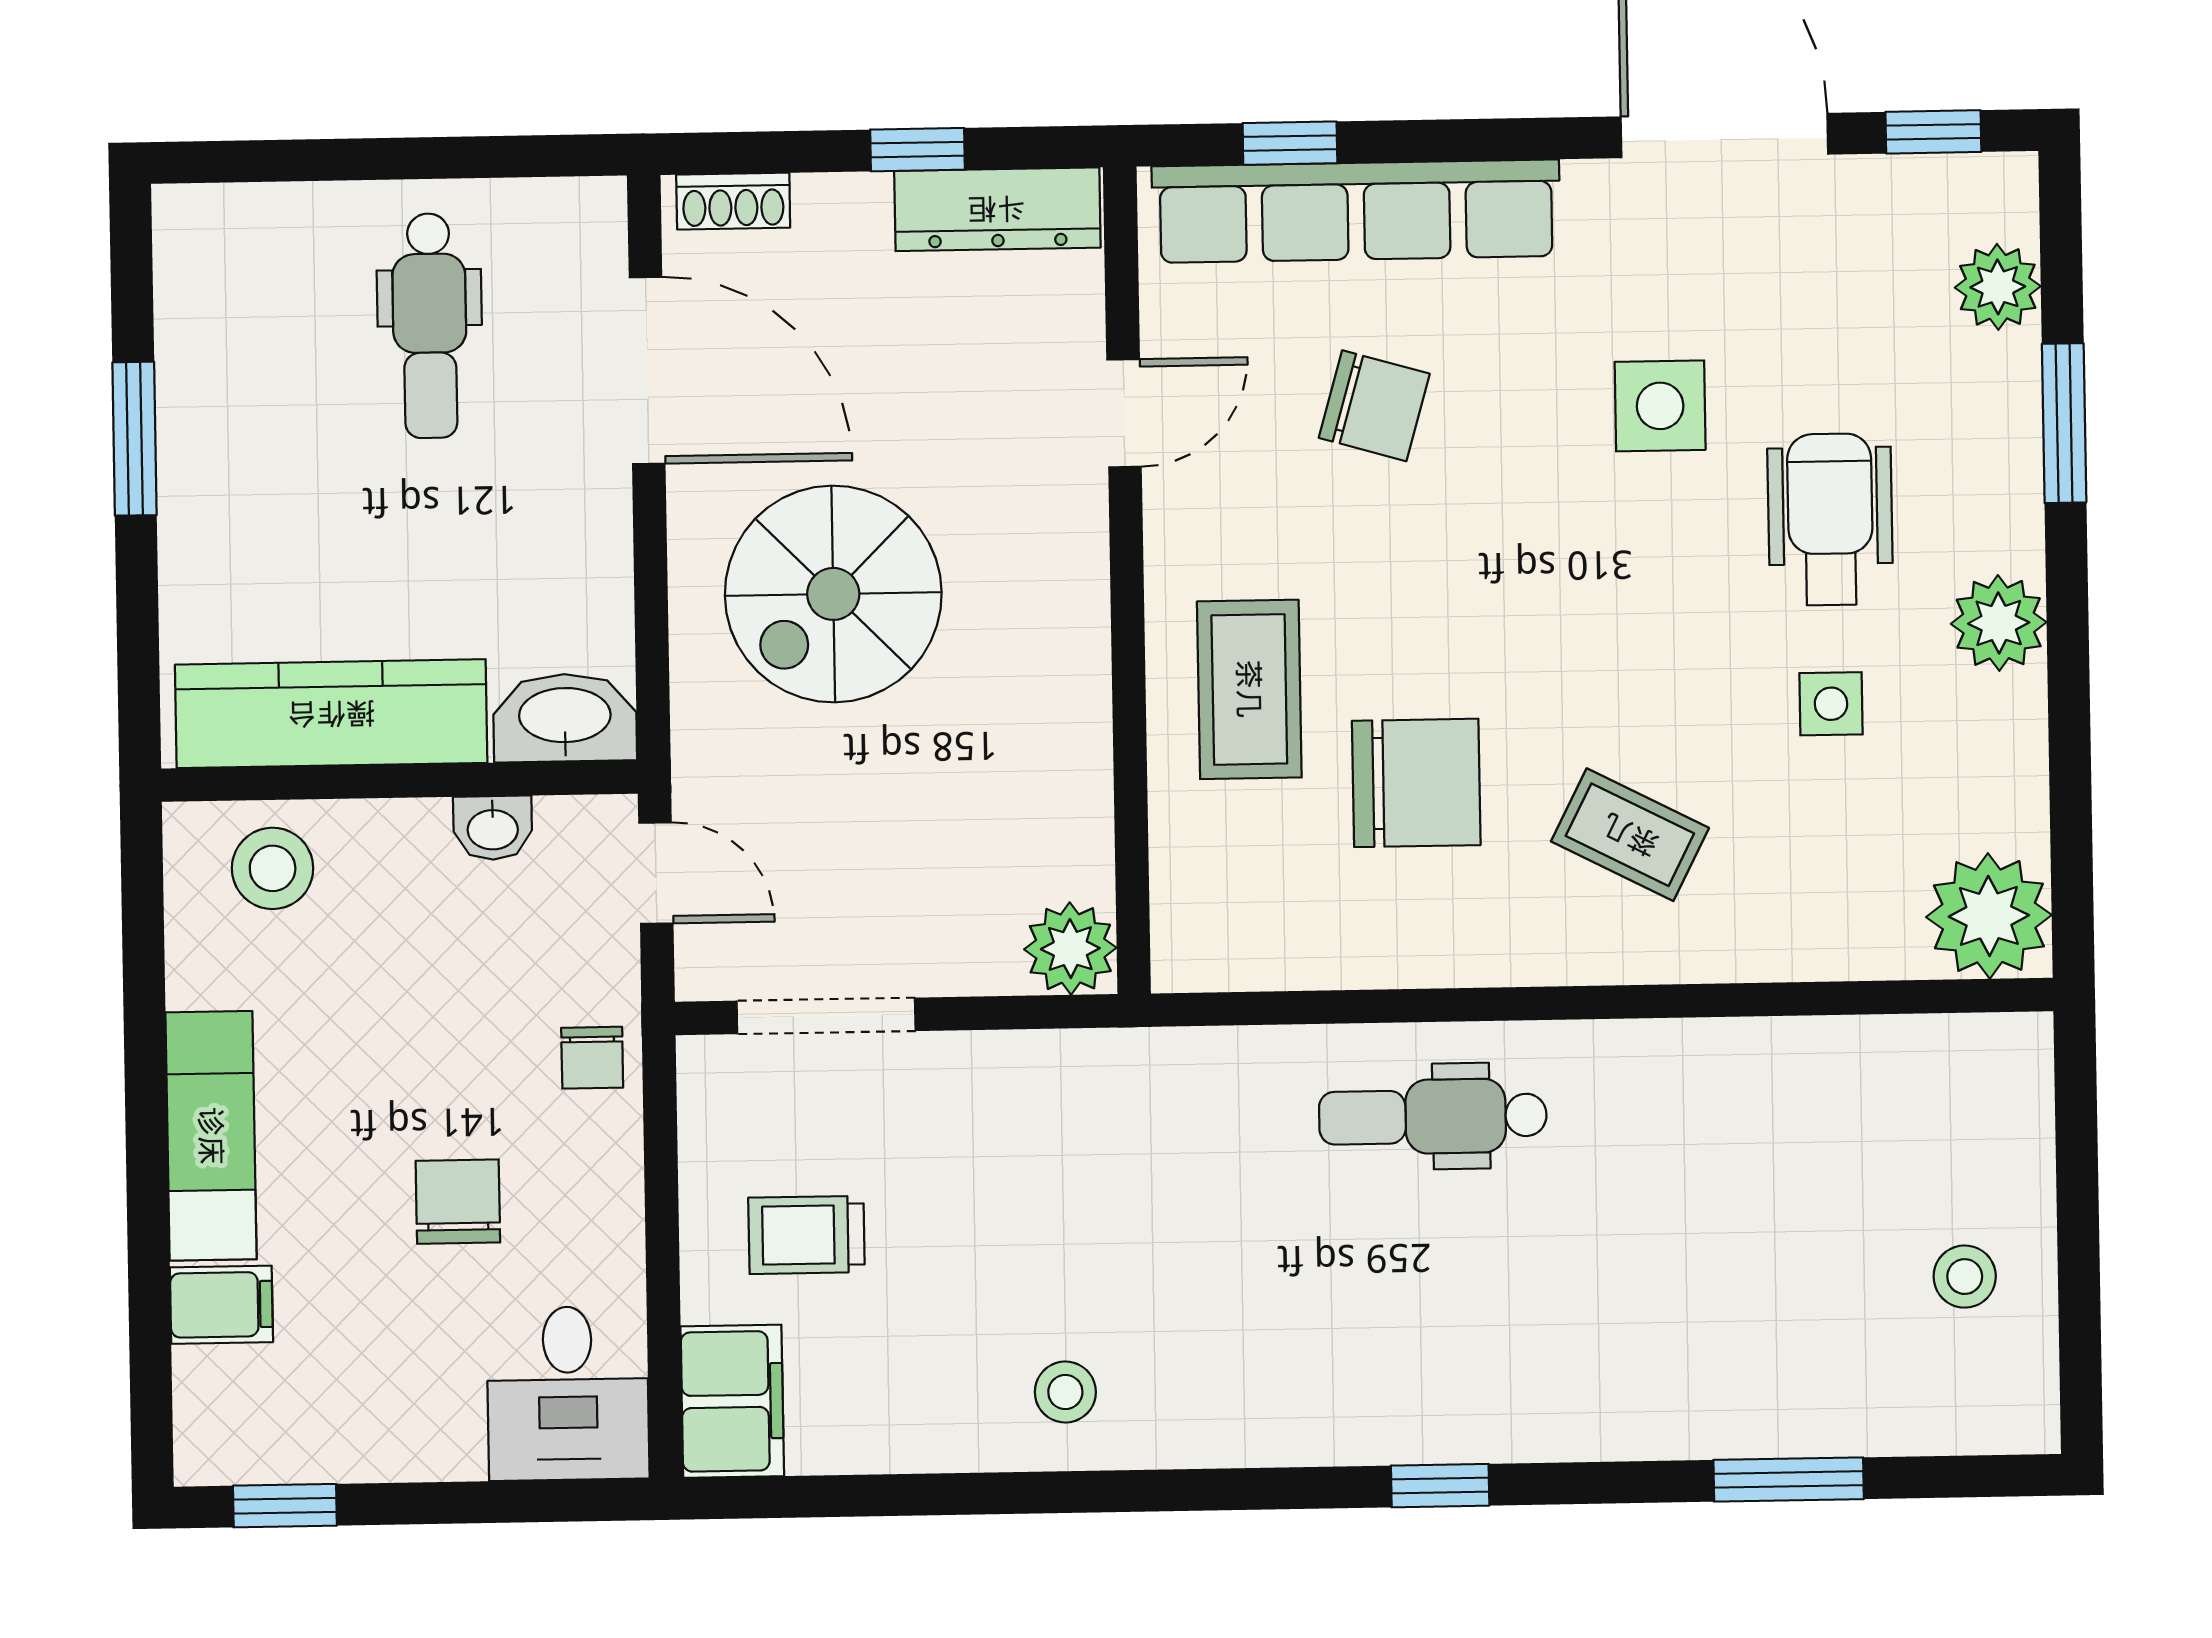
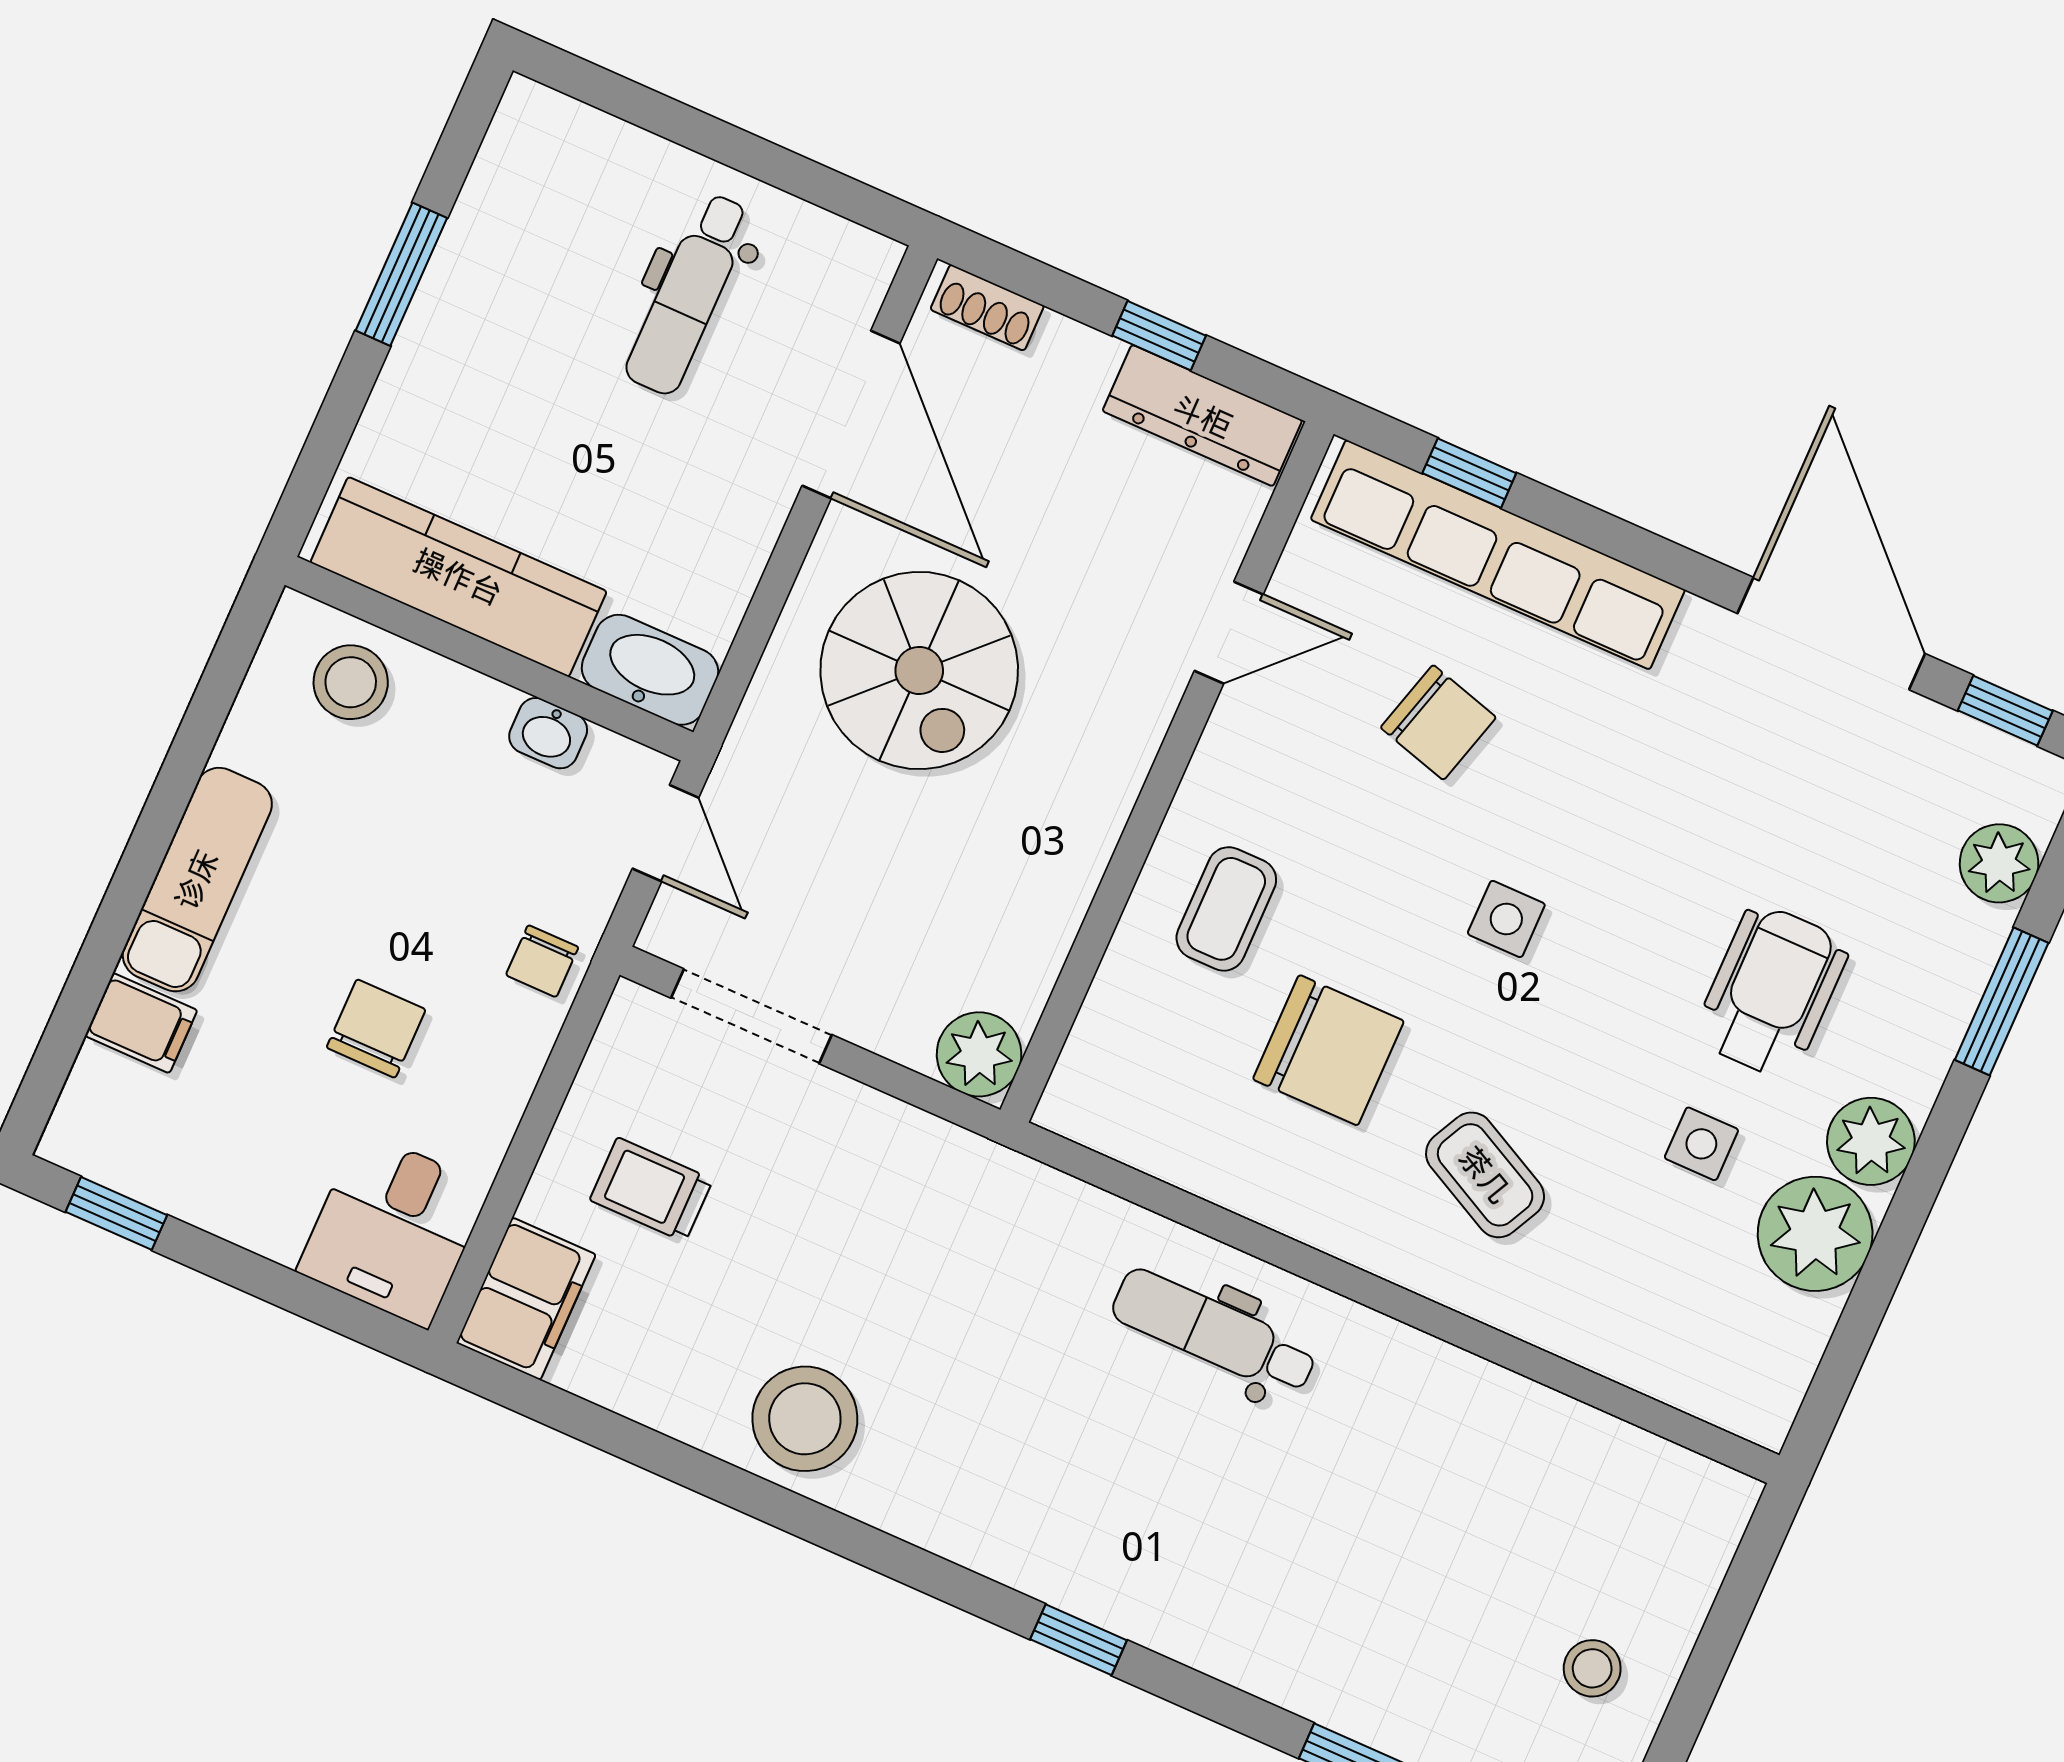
side table: (1660, 406) -> (1506, 919), moved, width x0.73, depth x0.73
spiral stairs: (833, 594) -> (919, 670), turned -90
coffee table: (1249, 689) -> (1226, 909), width x0.73, depth x0.77
plant: (1989, 916) -> (1815, 1234), moved
stool: (1065, 1392) -> (805, 1419), width x1.89, depth x1.89

